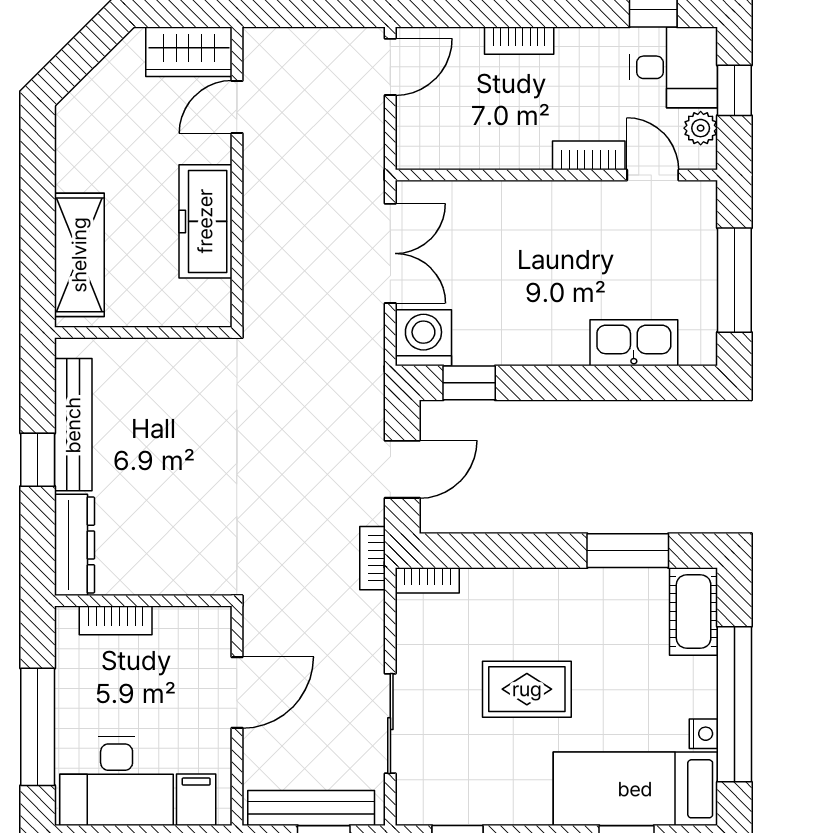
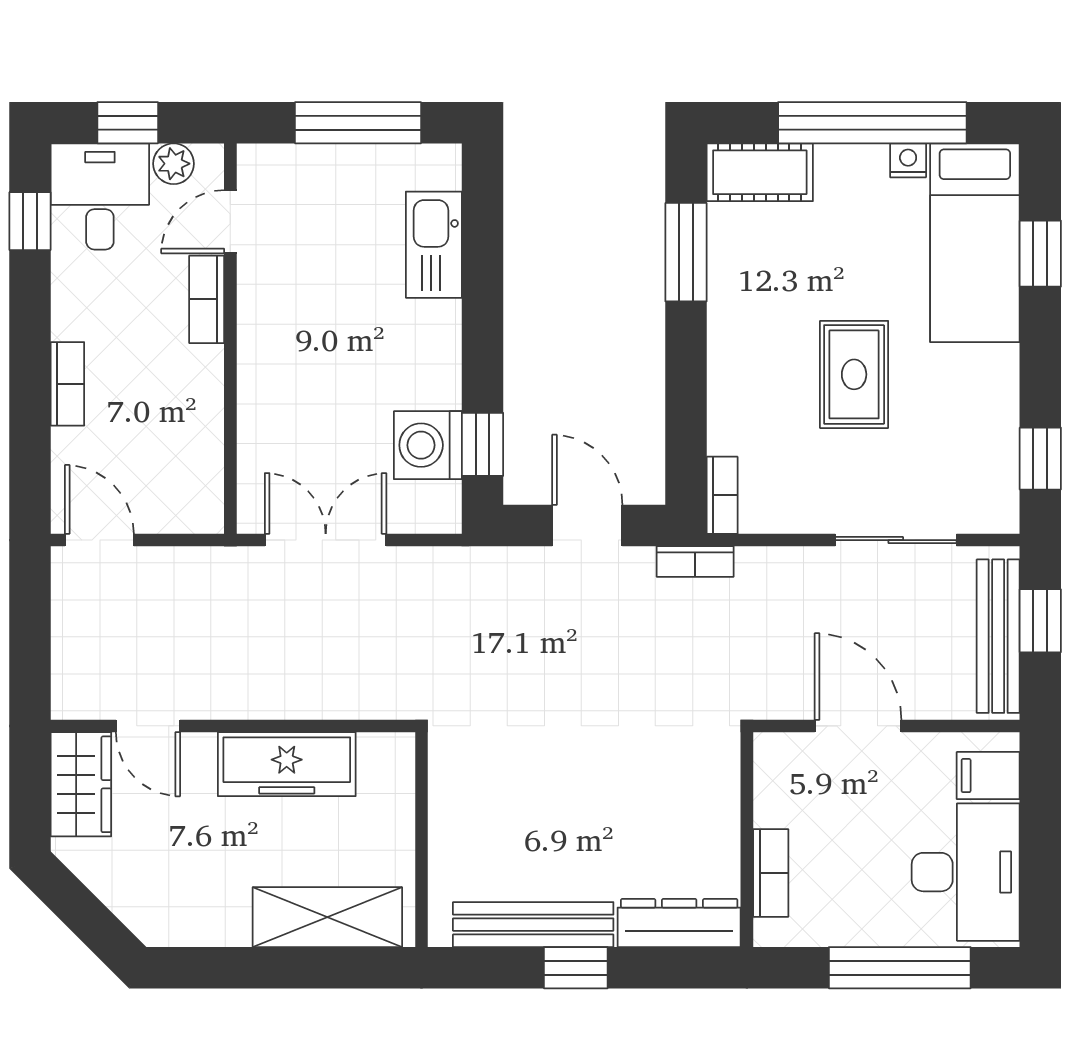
washing machine: (423, 338) -> (428, 445), moved

